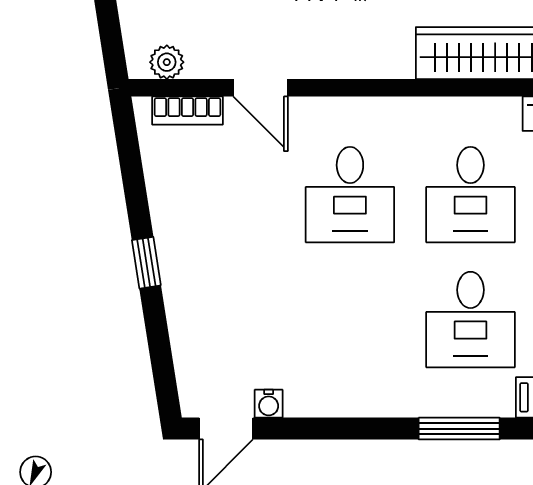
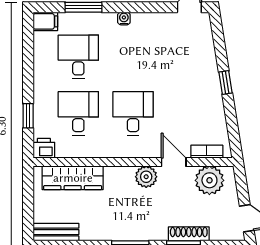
plant: (321, 55) -> (146, 177), added
plant: (167, 62) -> (209, 180), width x1.88, depth x1.88
water cooler: (269, 404) -> (124, 18), moved

